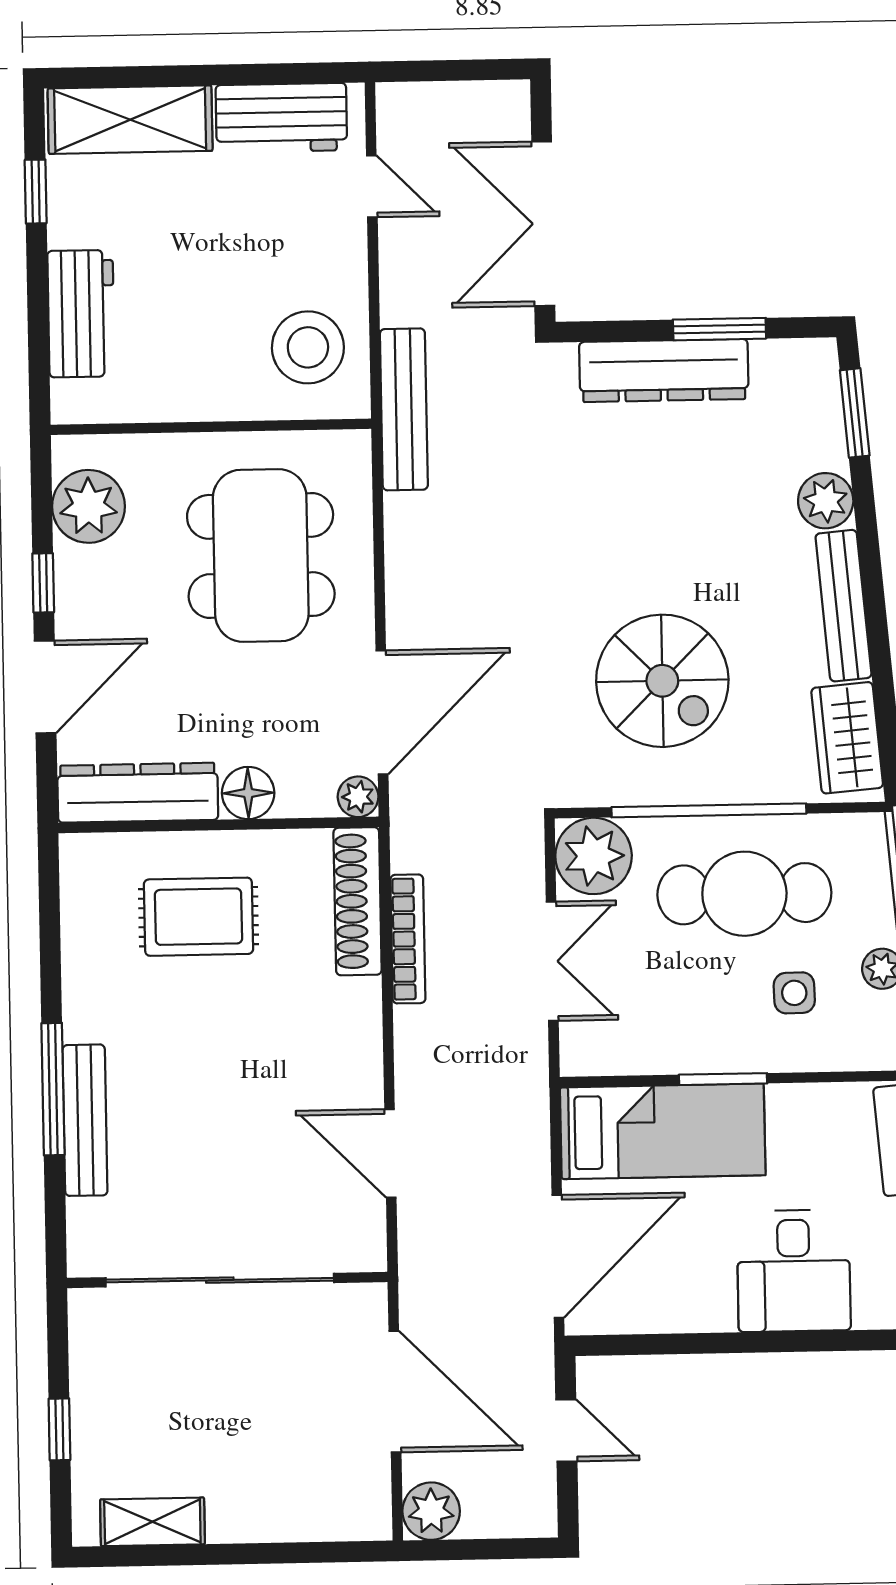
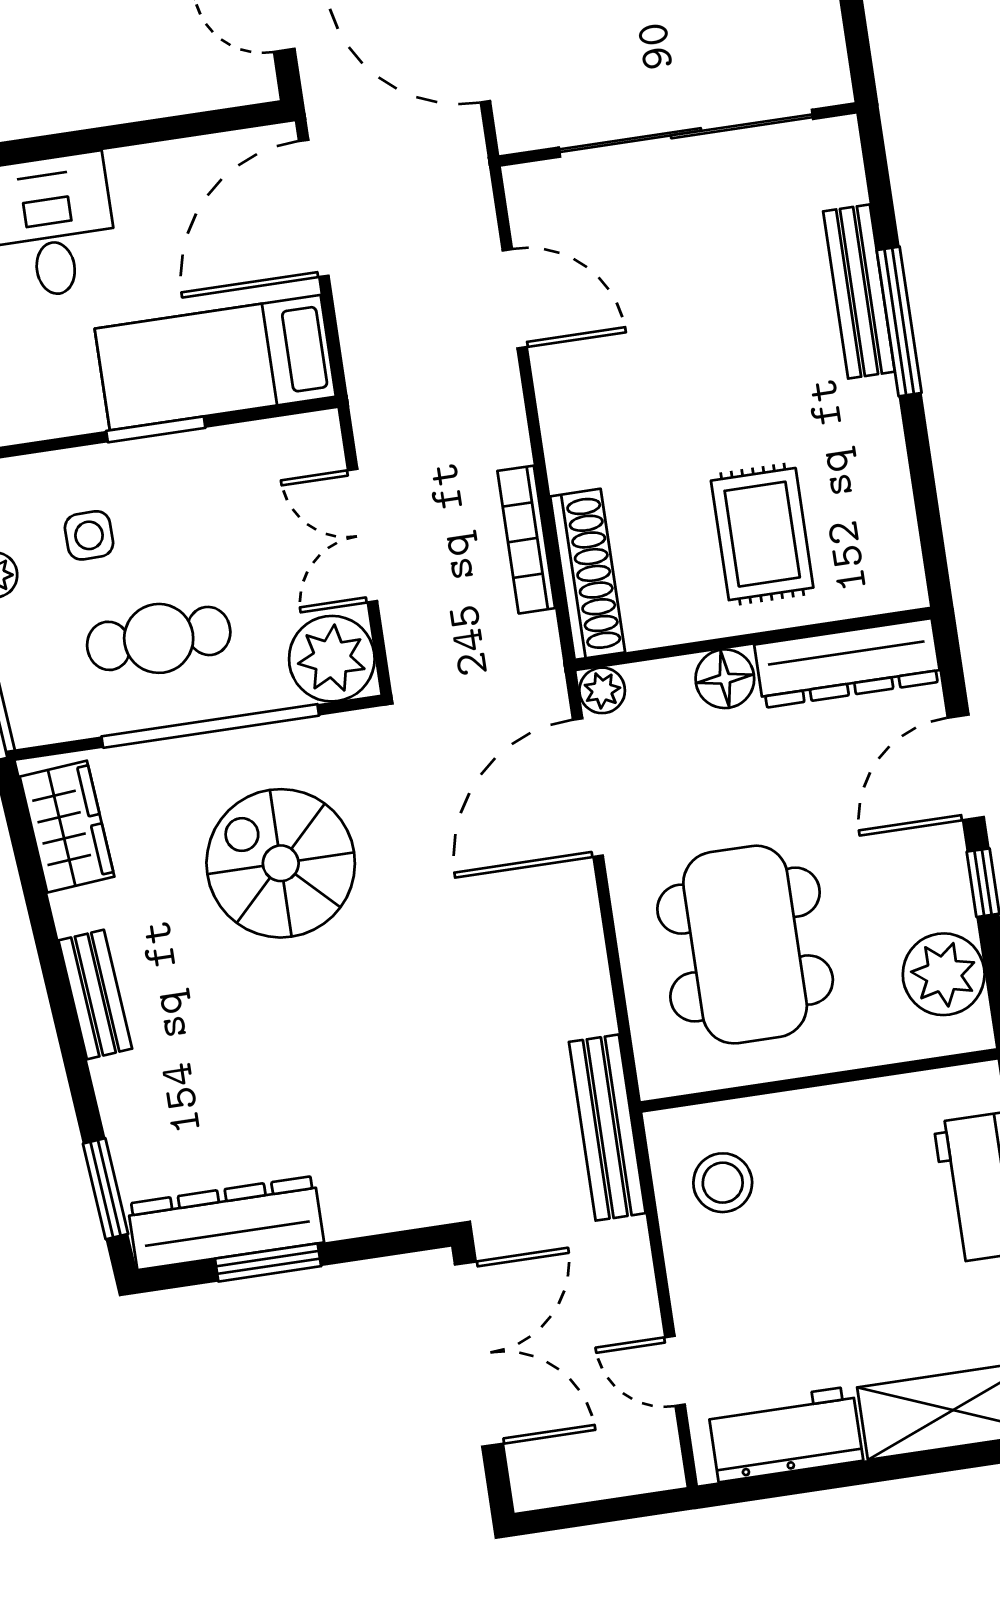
stool: (308, 347) -> (723, 1183), width x0.73, depth x0.73
dresser: (664, 371) -> (226, 1223), moved
plant: (826, 501) -> (125, 1087), removed
bench: (843, 606) -> (95, 995), width x0.73
cafe table: (744, 894) -> (159, 638), width x0.73, depth x0.74
rug: (198, 917) -> (762, 534), turned 90

